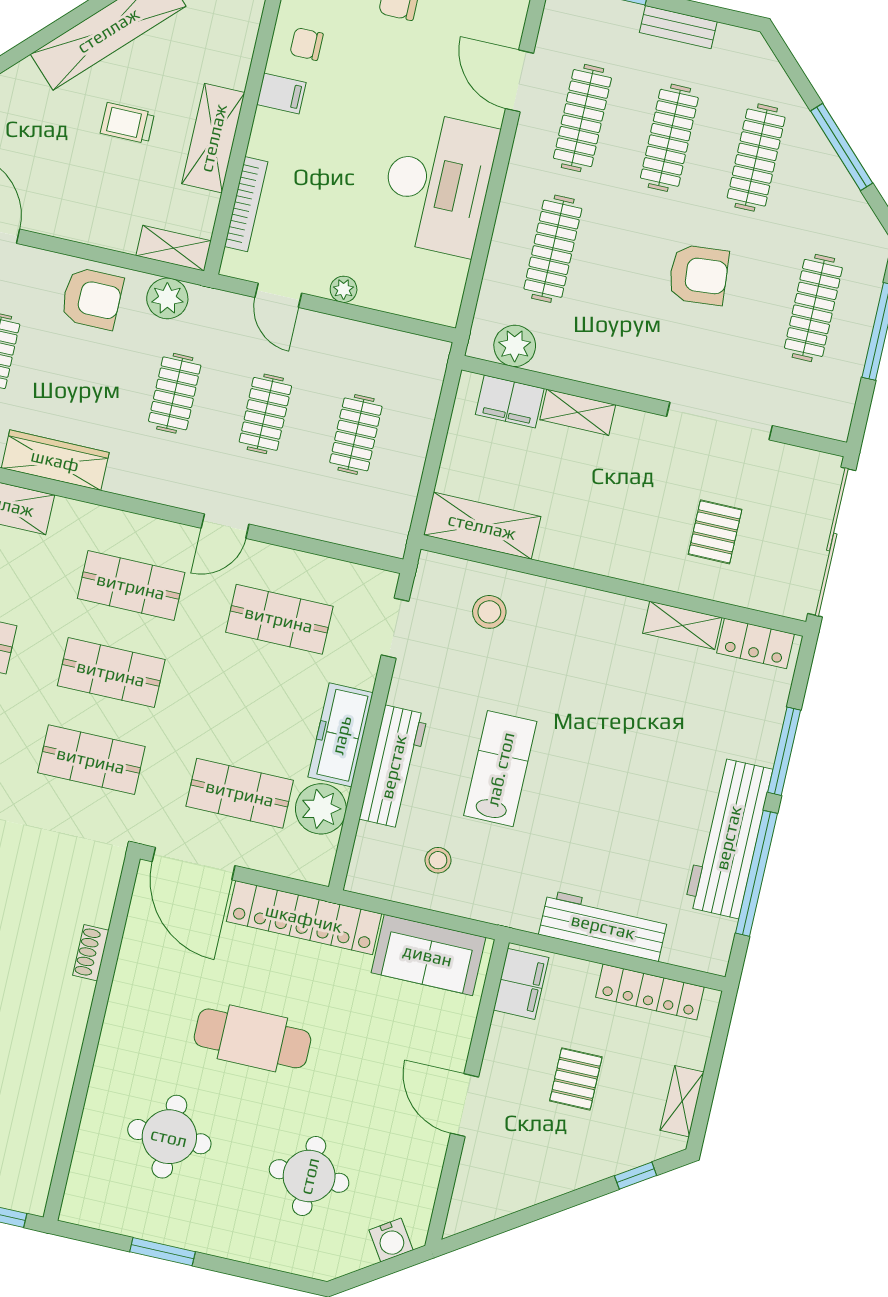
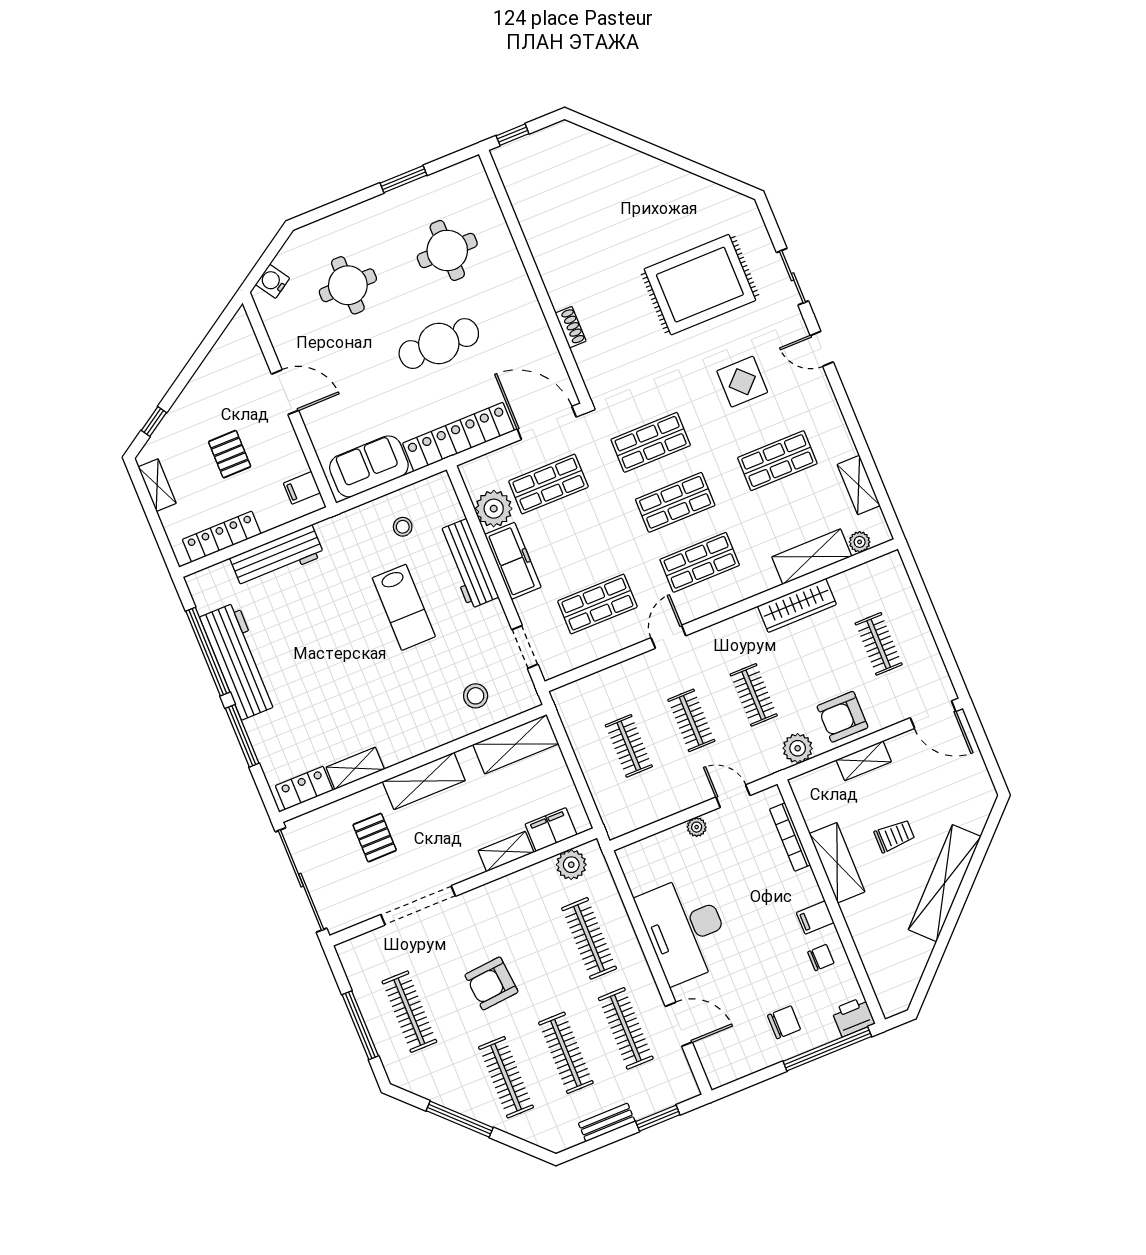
shelving: (174, 248) -> (864, 761), moved
shelving: (615, 557) -> (424, 781), added
filing cabinet: (521, 984) -> (302, 488), width x0.50

